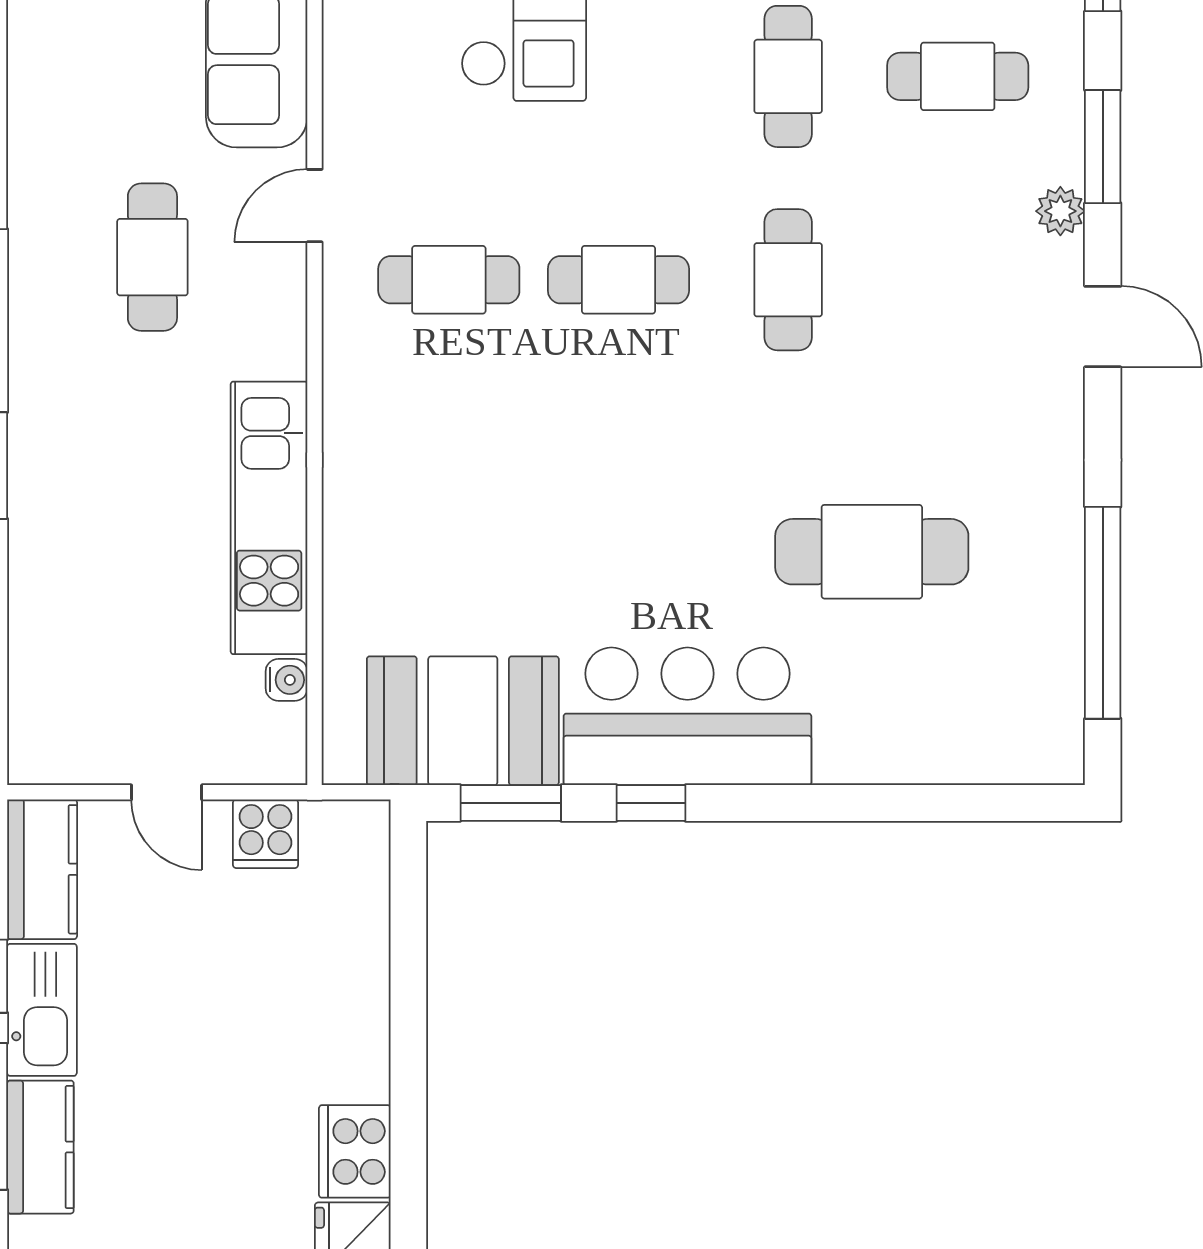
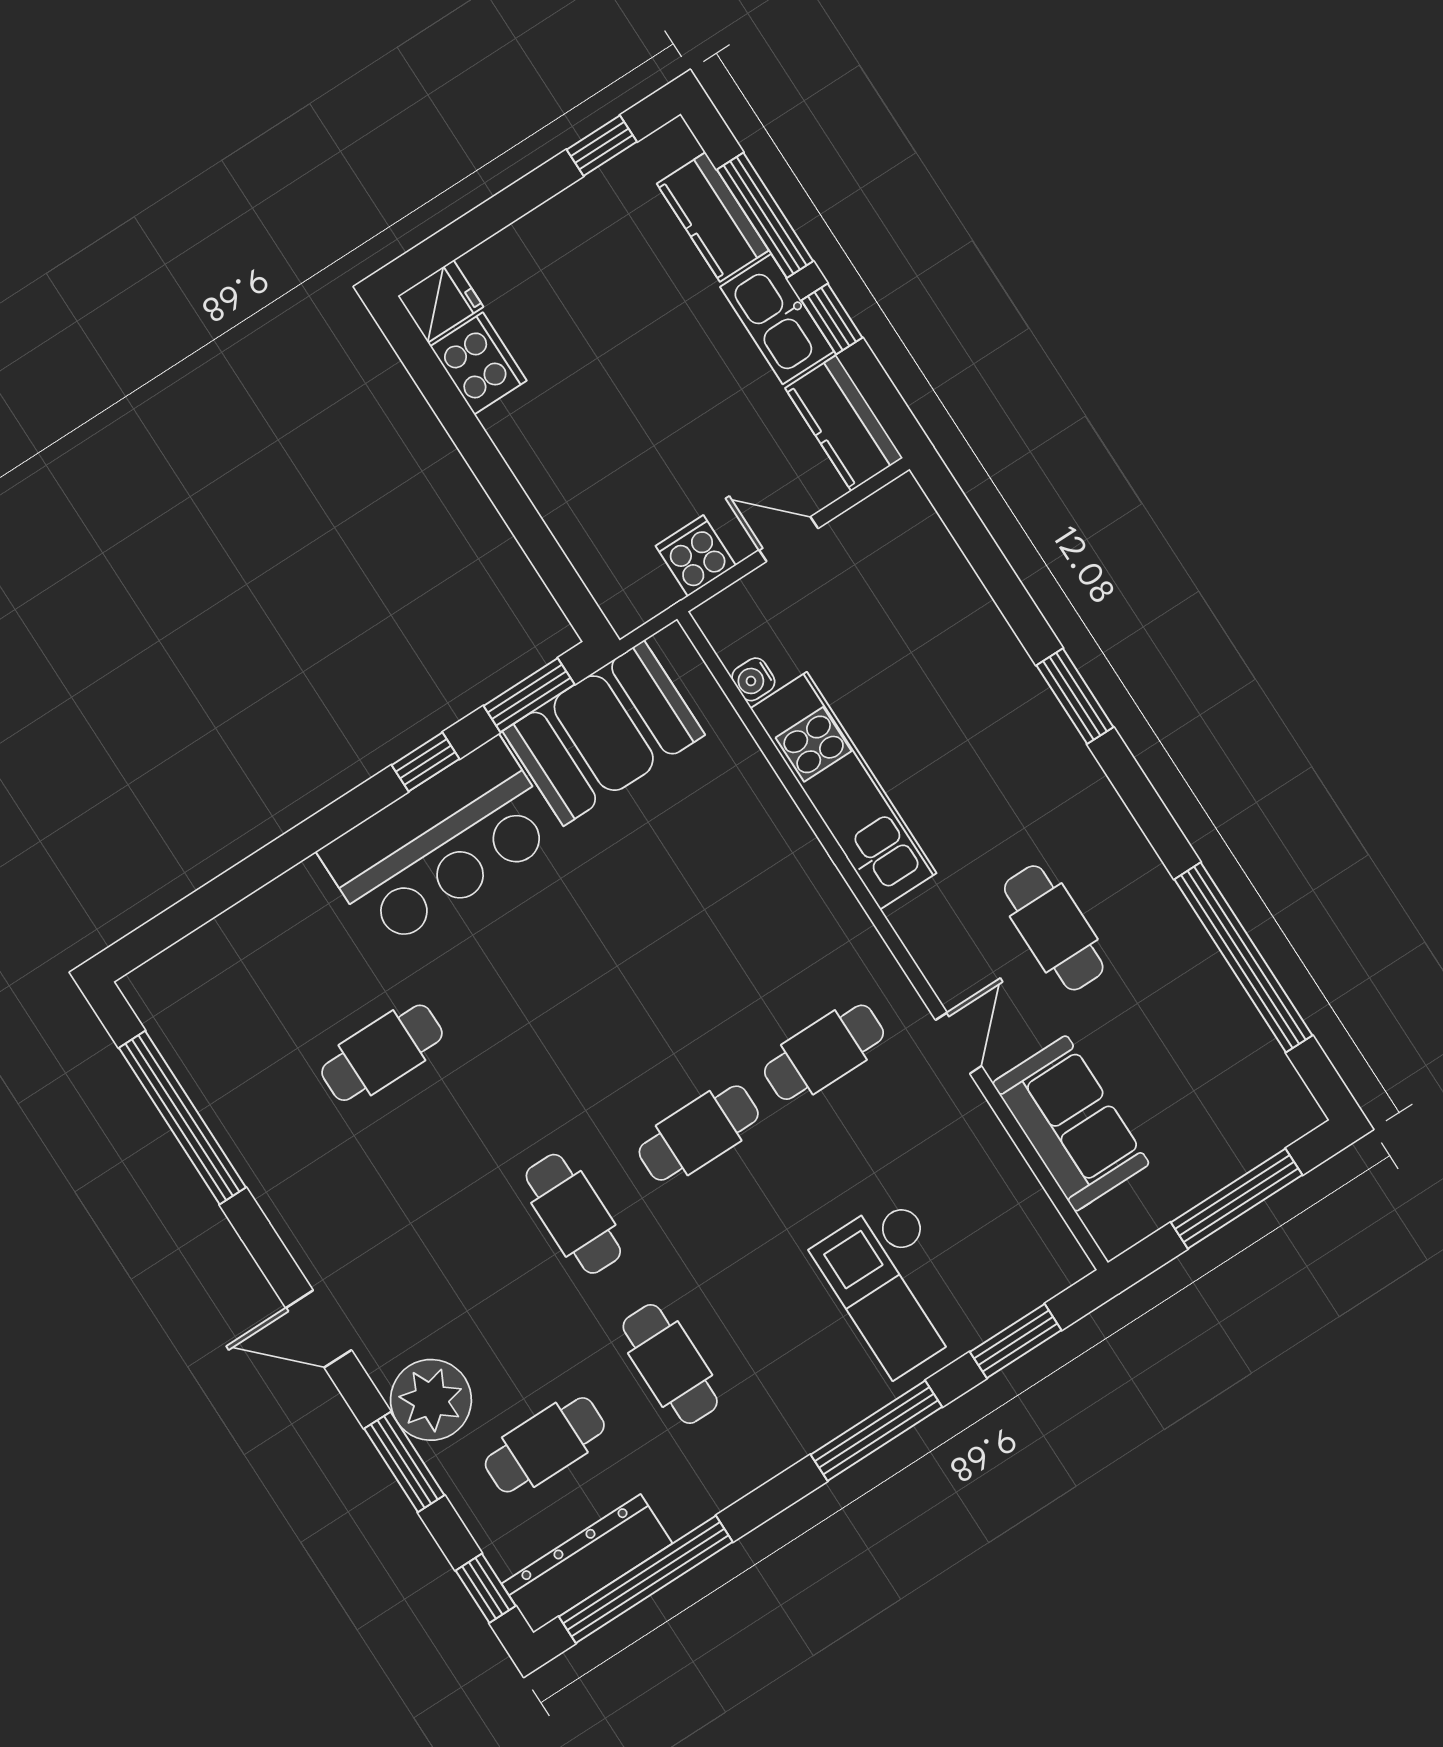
plant: (1060, 211) -> (431, 1400), width x1.88, depth x1.88
cafe table: (872, 552) -> (382, 1053), width x0.73, depth x0.74

